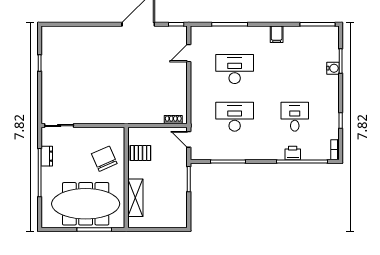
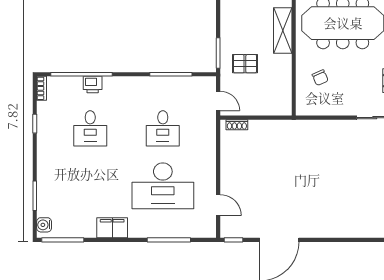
filing cabinet: (277, 34) -> (112, 228), width x2.00
door: (189, 53) -> (218, 205), hinge flipped
water cooler: (333, 68) -> (44, 225), moved
desk: (235, 69) -> (163, 186), width x1.36, depth x1.30
desk: (235, 117) -> (163, 128), width x0.73
pallet: (140, 153) -> (245, 64), moved
chair: (104, 159) -> (320, 78), width x0.54, depth x0.54

